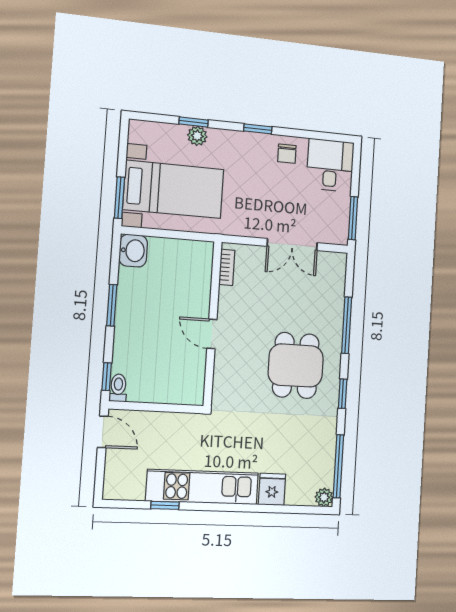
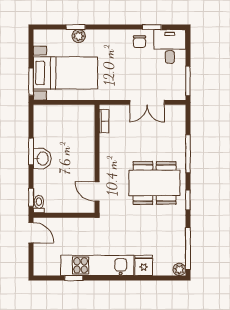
window: (258, 129) -> (152, 27), moved
washbasin: (133, 251) -> (42, 159), moved
door: (212, 334) -> (97, 191), moved
dining table: (296, 365) -> (154, 183), width x1.38

